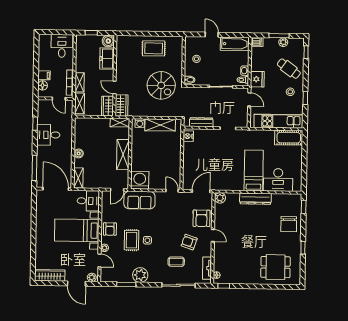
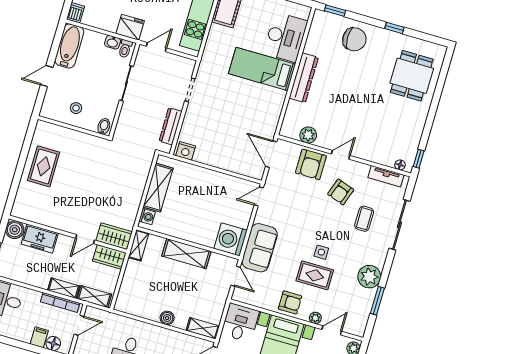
spiral stairs: (161, 85) -> (101, 170), removed
plant: (220, 198) -> (308, 135), moved
armchair: (201, 218) -> (311, 164), turned 90

